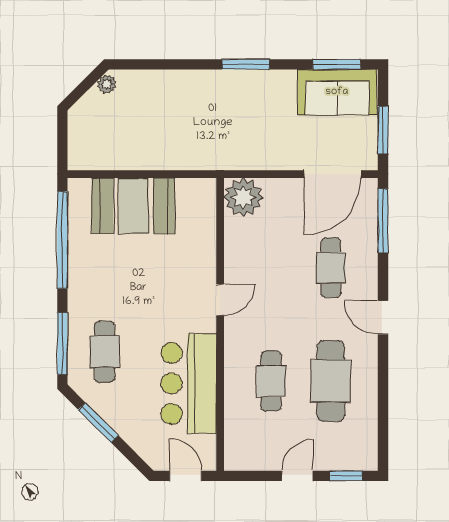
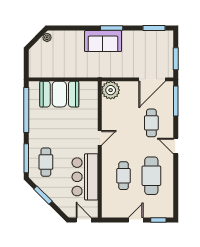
sofa: (337, 92) -> (103, 41), moved

